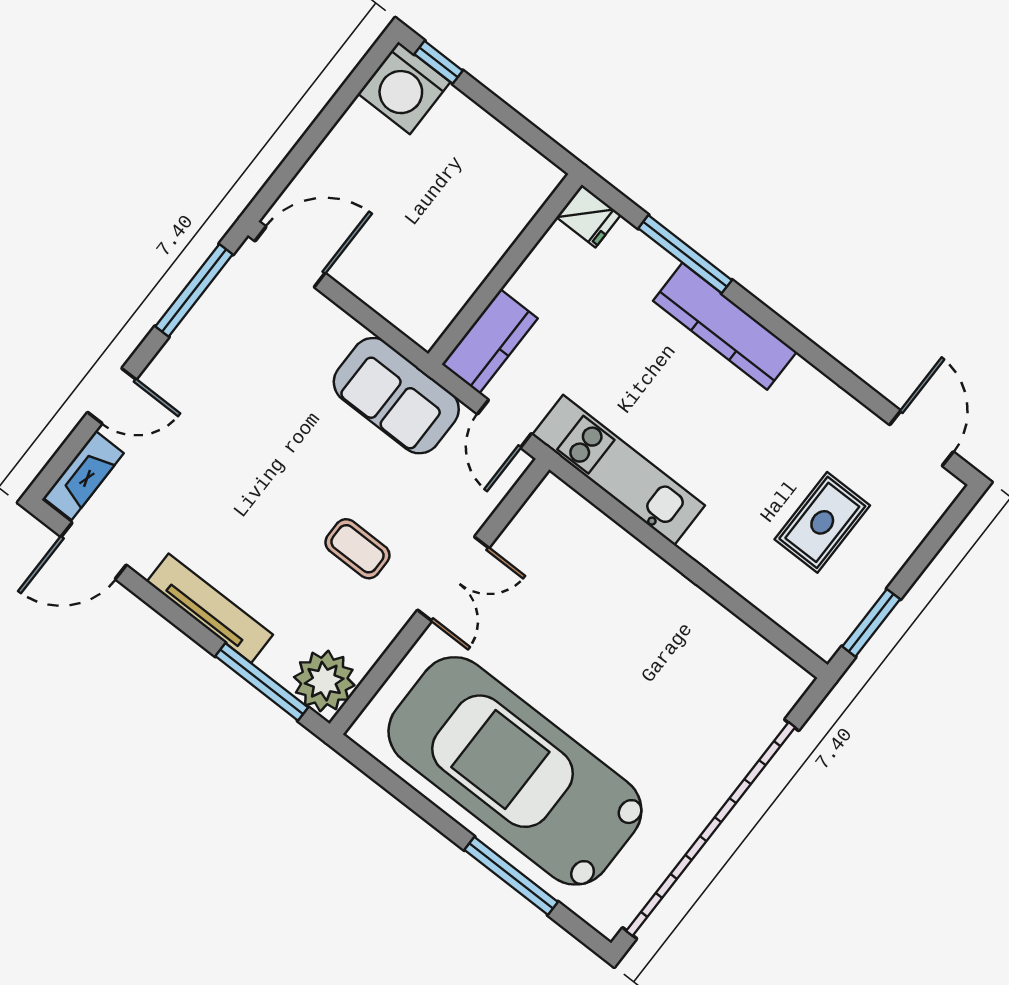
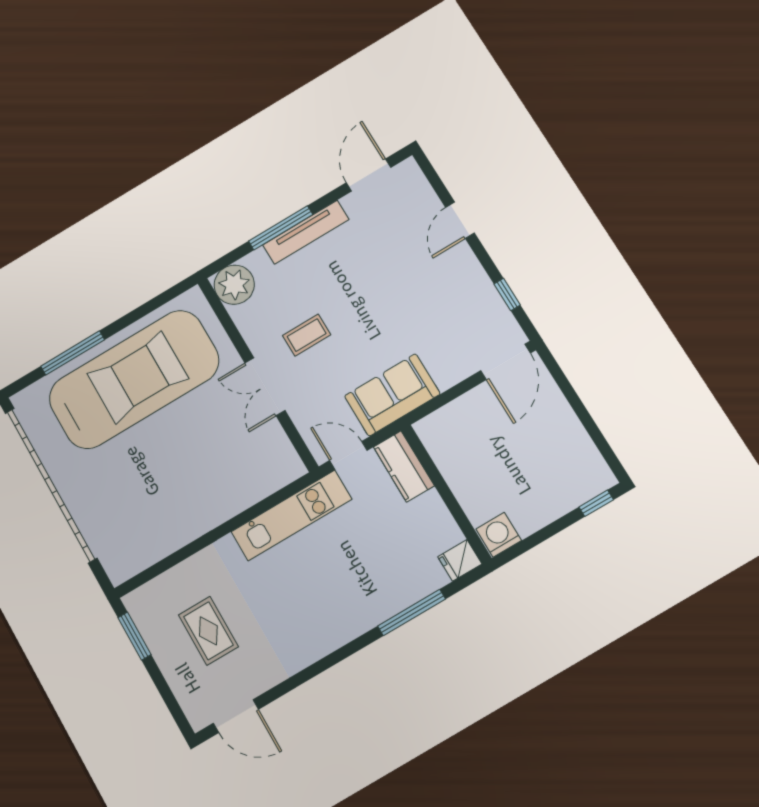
washing machine: (404, 88) -> (499, 535), moved, width x0.73, depth x0.73
window: (194, 290) -> (507, 294), width x0.46
kitchen counter: (725, 326) -> (356, 619), removed
fireplace: (84, 475) -> (417, 185), removed
window: (262, 682) -> (281, 228), moved

